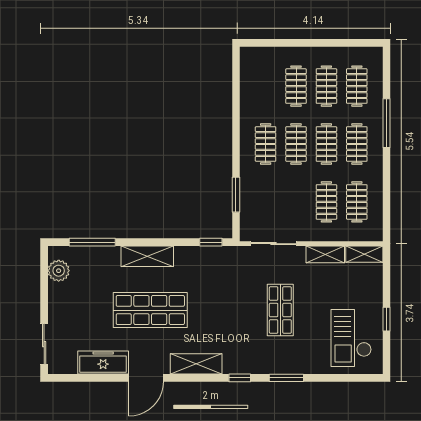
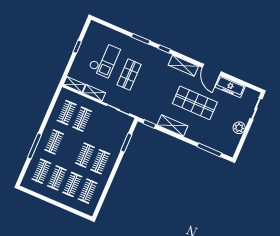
clothes rail: (326, 144) -> (88, 191), moved
shelving: (147, 256) -> (172, 126), moved
plant: (59, 271) -> (239, 128), moved
checkout: (351, 338) -> (104, 59), moved
door: (146, 378) -> (212, 69), swing flipped

